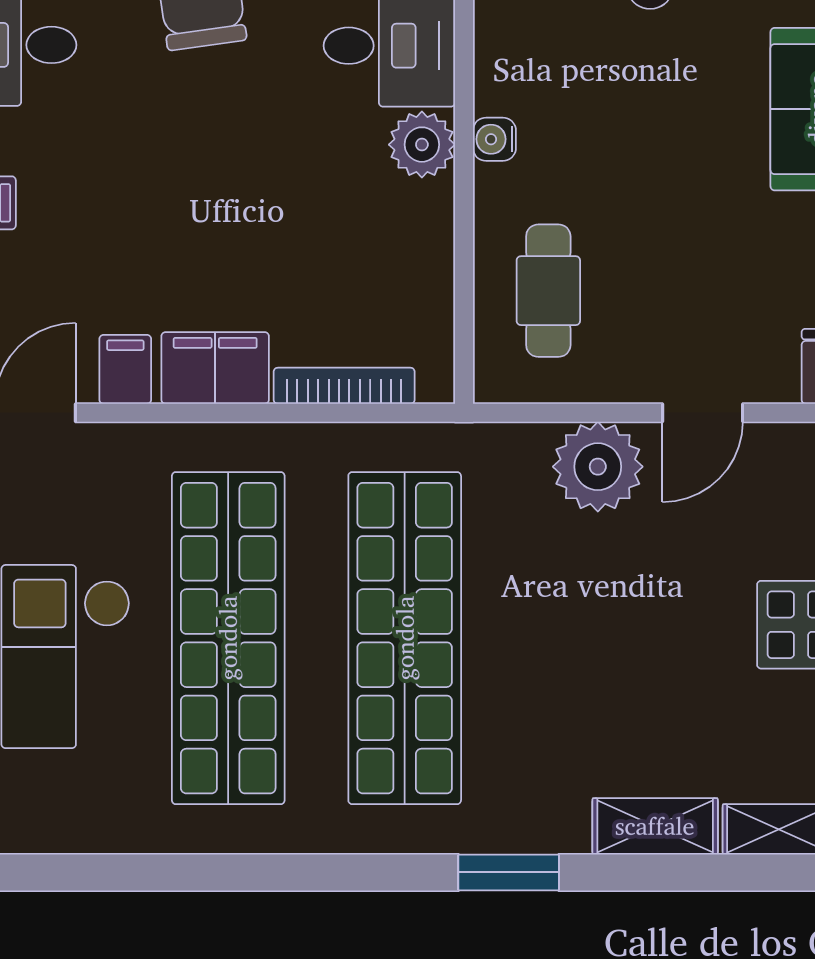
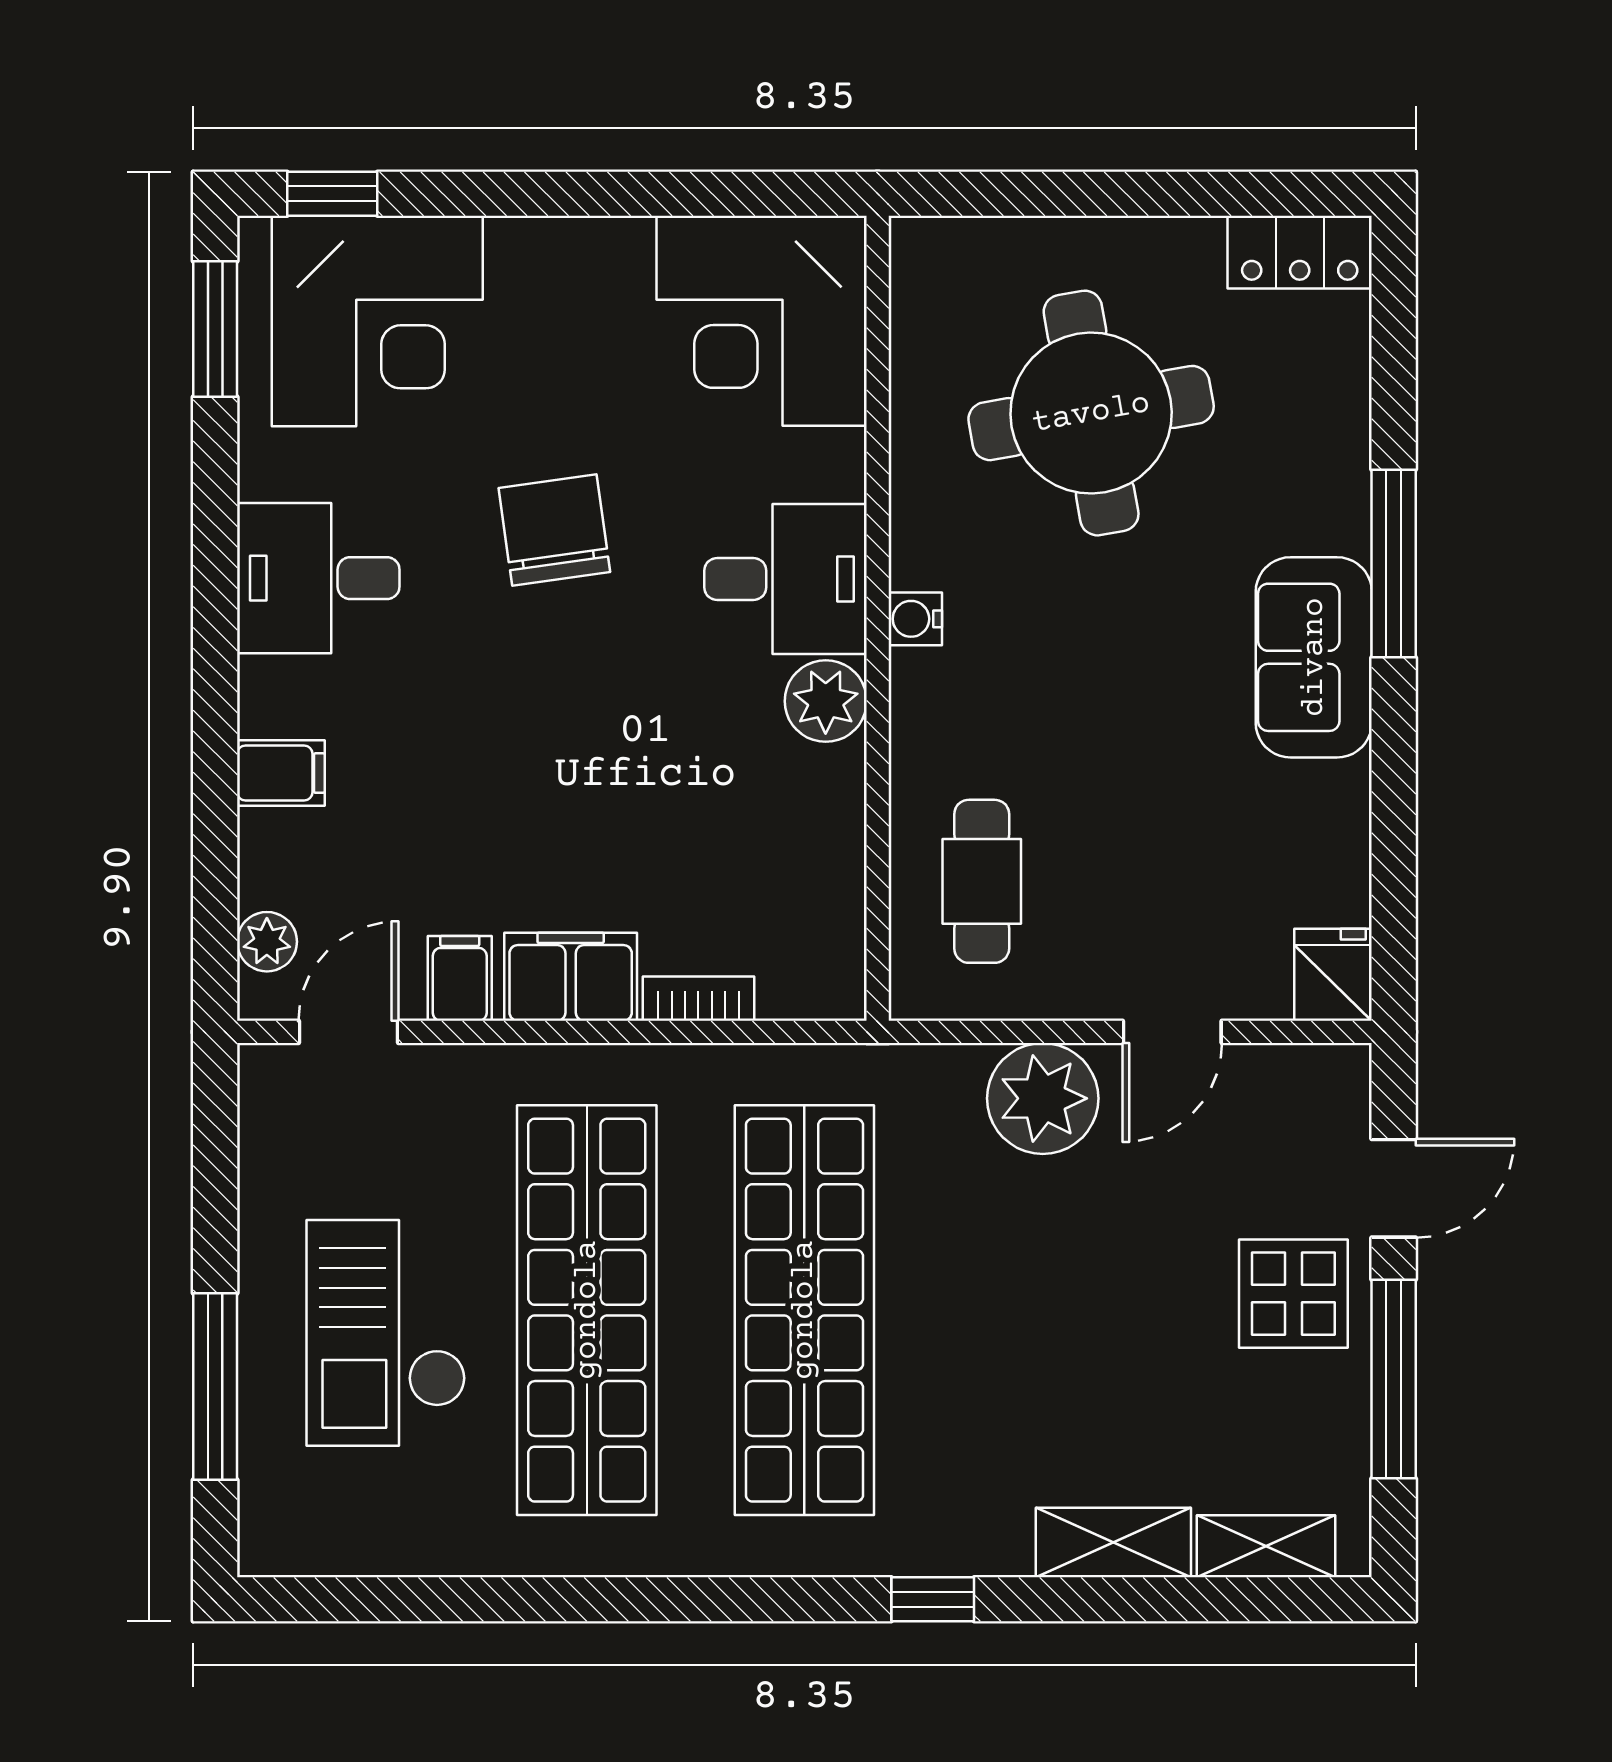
water cooler: (494, 139) -> (915, 619), moved
bookcase: (344, 386) -> (698, 999), width x0.64
window: (509, 872) -> (933, 1599), width x0.67

